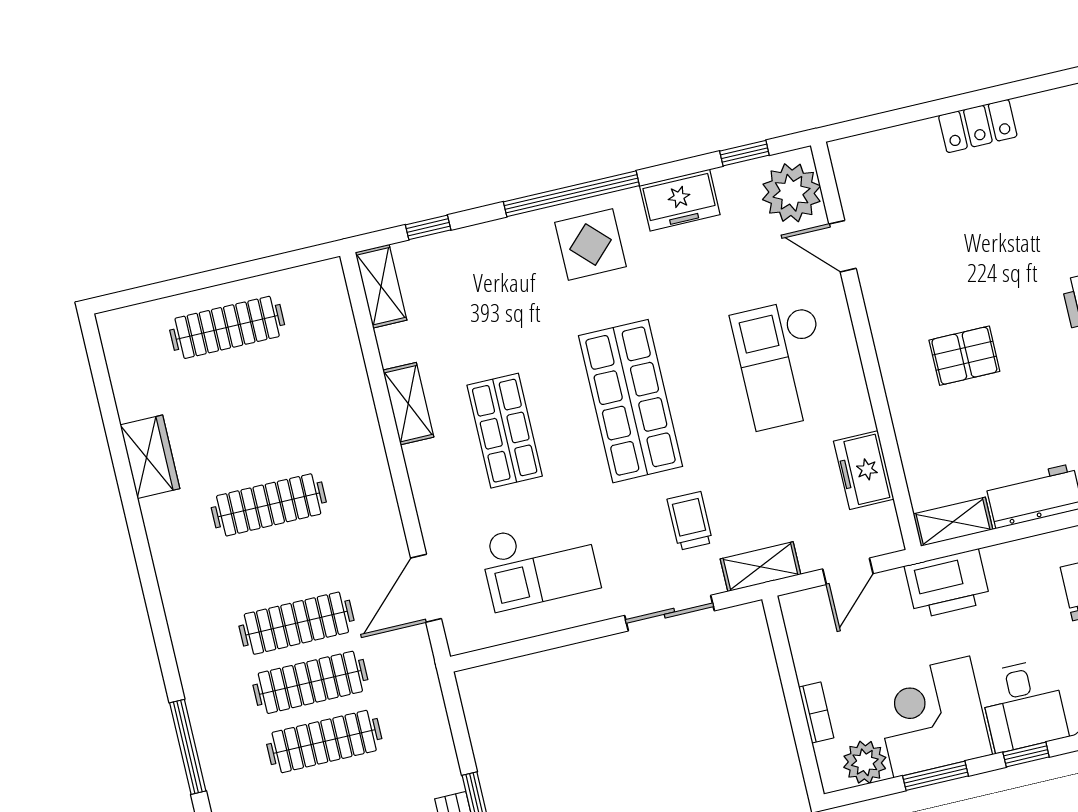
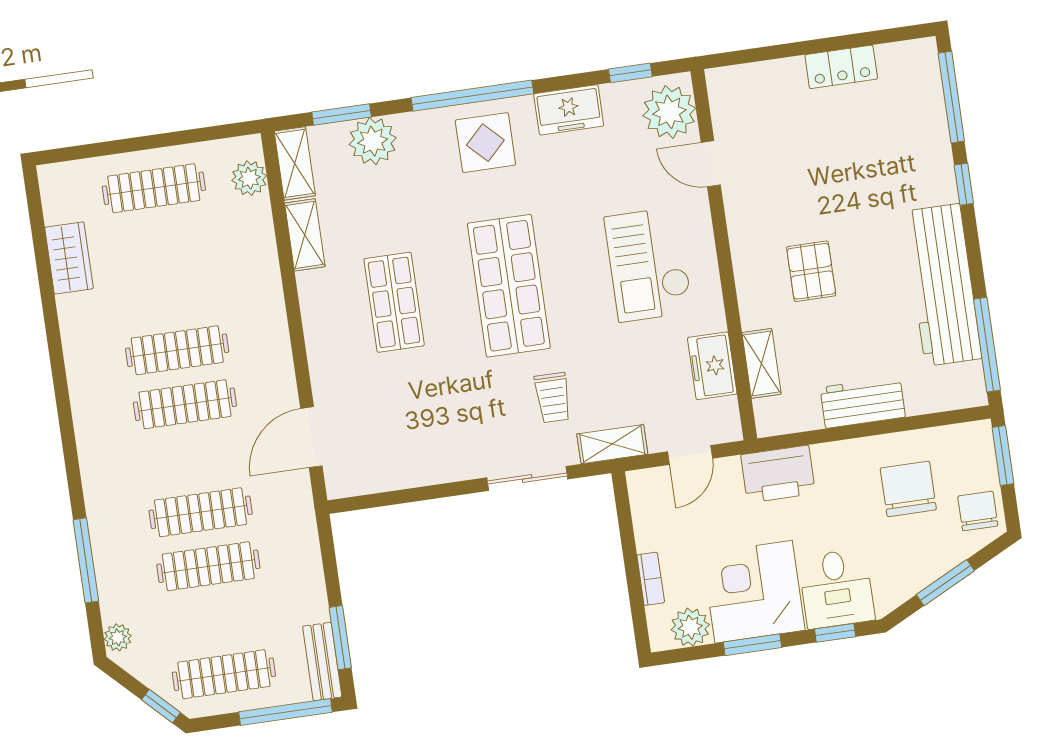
window: (428, 227) -> (342, 114), width x1.50
plant: (465, 254) -> (373, 141), added
plant: (332, 307) -> (249, 178), added
pallet: (964, 356) -> (811, 271), turned 90
shelving: (408, 404) -> (305, 235), moved
wardrobe: (150, 457) -> (69, 258), moved
trolley: (690, 521) -> (553, 398), turned 180
shelving: (953, 522) -> (761, 363), moved, turned 90
checkout: (540, 563) -> (415, 423), removed
clothes rail: (296, 623) -> (185, 404), moved

